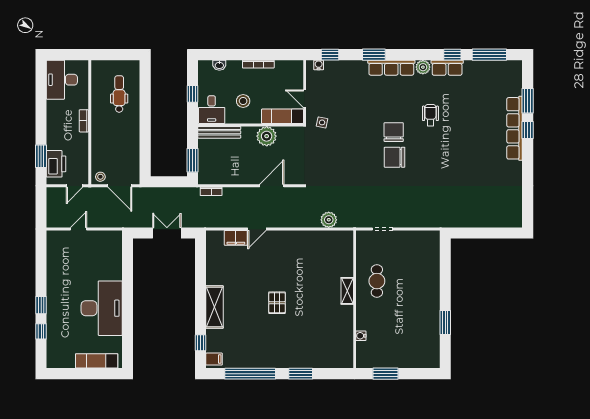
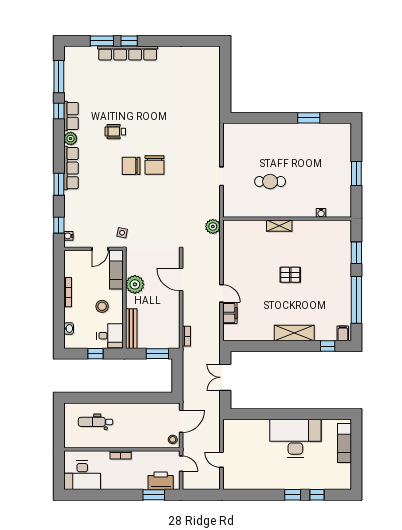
shelving: (347, 291) -> (279, 226), moved
wall: (355, 299) -> (287, 219), moved
water cooler: (361, 336) -> (321, 213), moved

